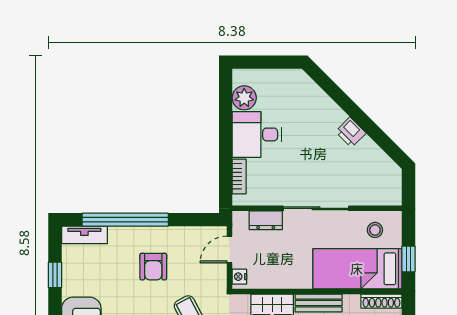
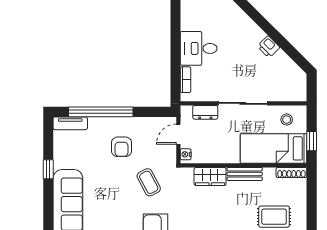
plant: (244, 98) -> (189, 21), removed
window: (55, 275) -> (48, 169), moved

